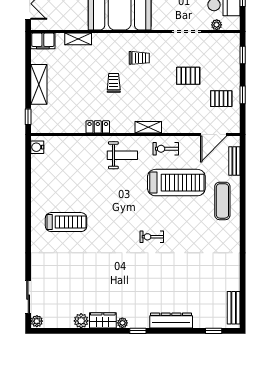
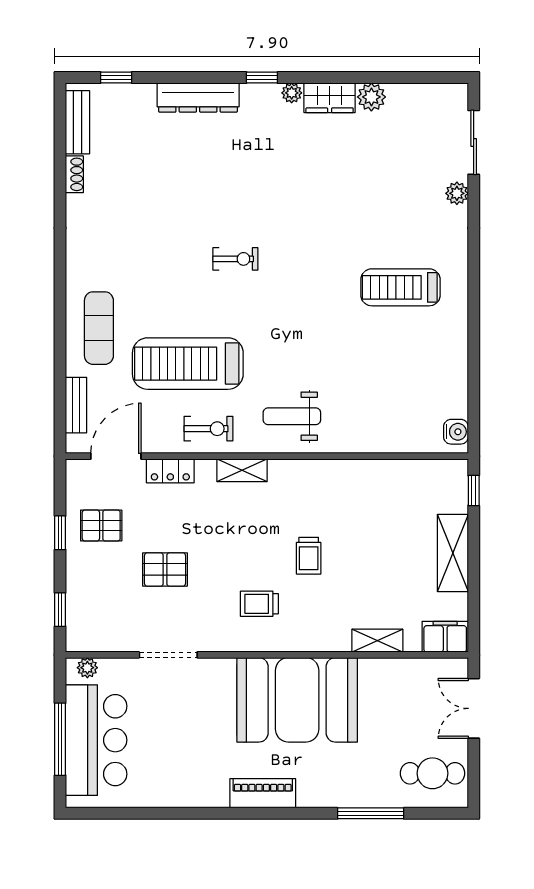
plant: (217, 25) -> (87, 668), moved
locker: (98, 127) -> (170, 471), moved
shoe rack: (235, 281) -> (74, 174), added
plant: (37, 321) -> (457, 193), moved

